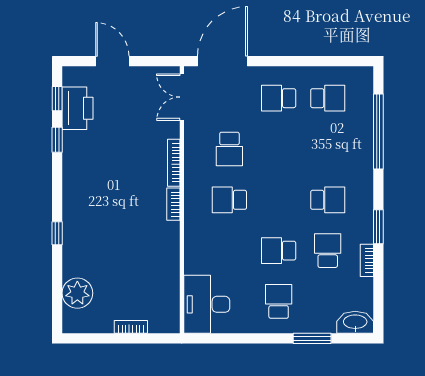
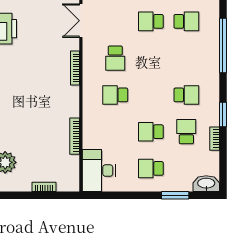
bookcase: (173, 204) -> (75, 136), moved, width x1.56
school desk: (279, 301) -> (151, 168), turned -90

